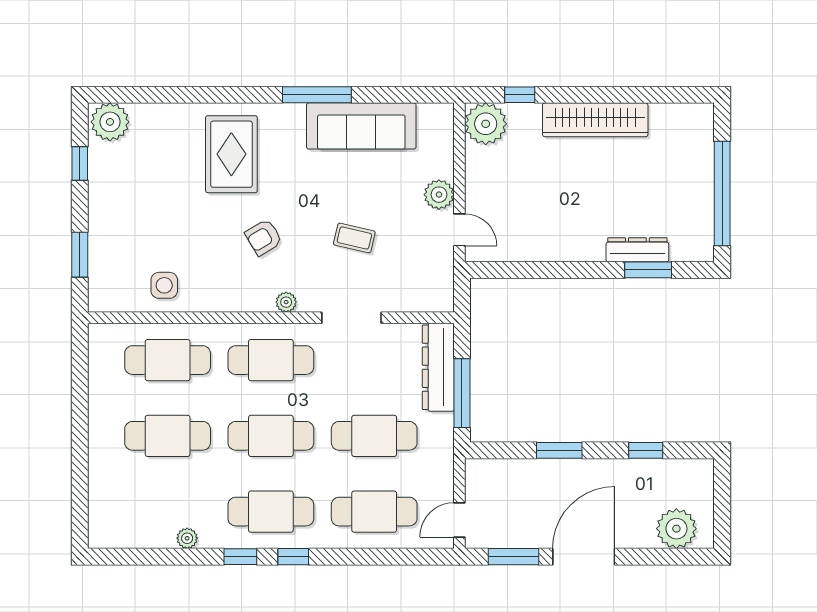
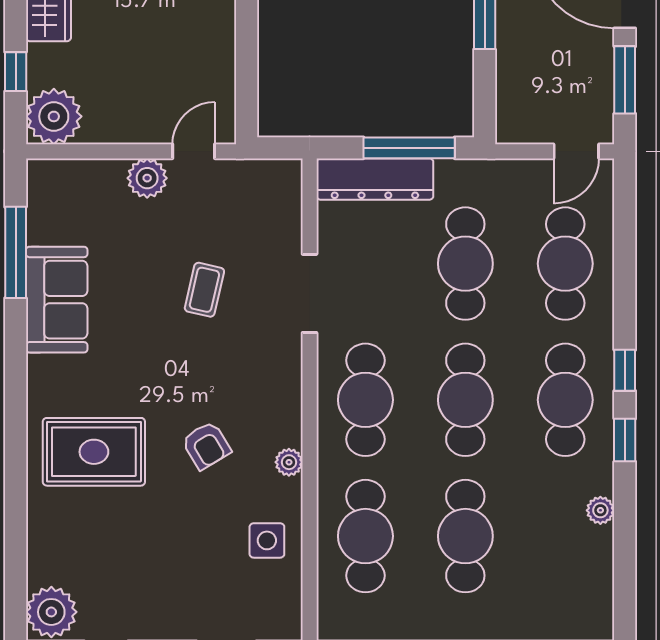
window: (317, 95) -> (16, 252), moved
sofa: (361, 126) -> (57, 300), width x0.73
armchair: (264, 237) -> (206, 445), moved
plant: (286, 302) -> (289, 462), moved
door: (459, 520) -> (576, 151), hinge flipped

